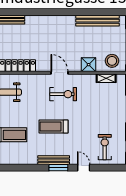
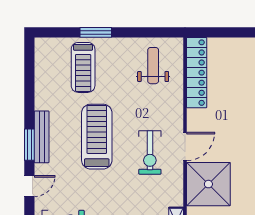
shower: (89, 65) -> (208, 184), width x1.86, depth x1.86
treadmill: (53, 126) -> (97, 137), width x1.37, depth x1.38

